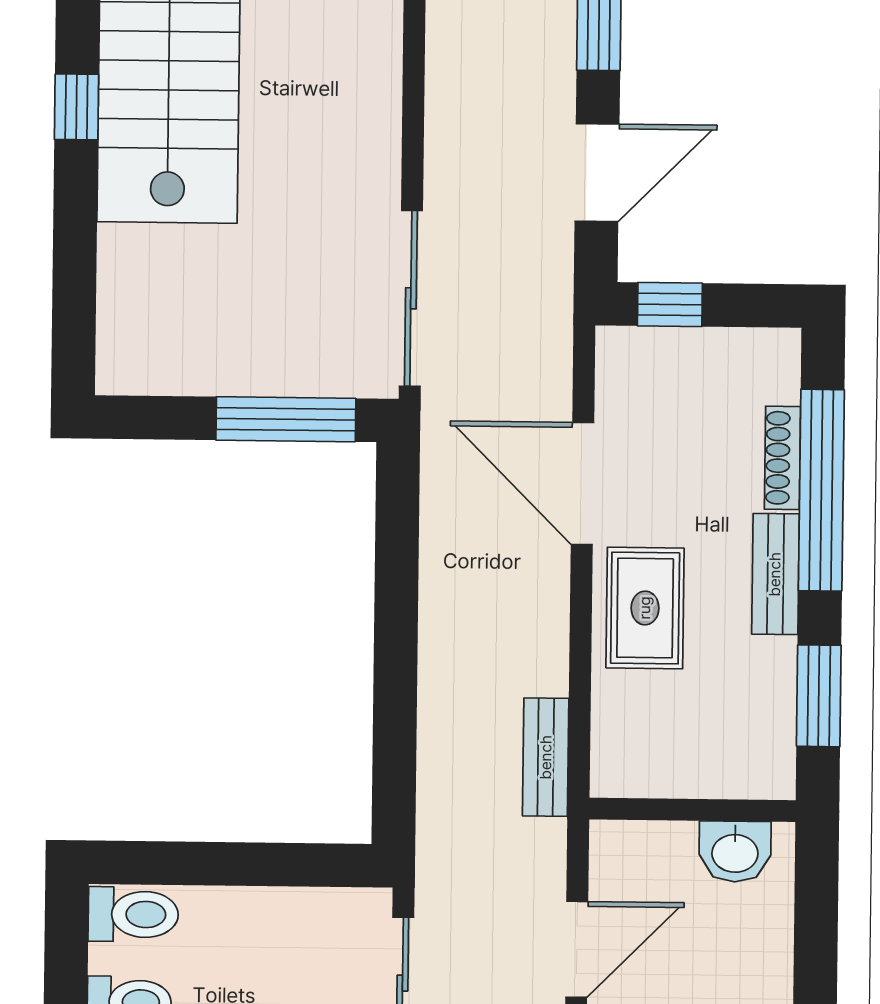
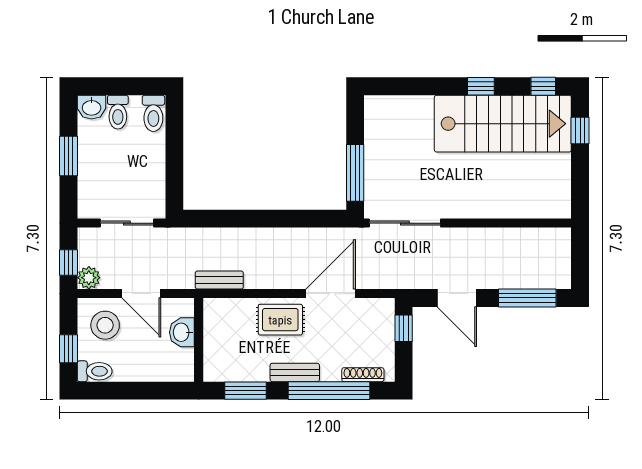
shoe rack: (782, 458) -> (363, 375), moved
washbasin: (735, 852) -> (182, 332), moved

